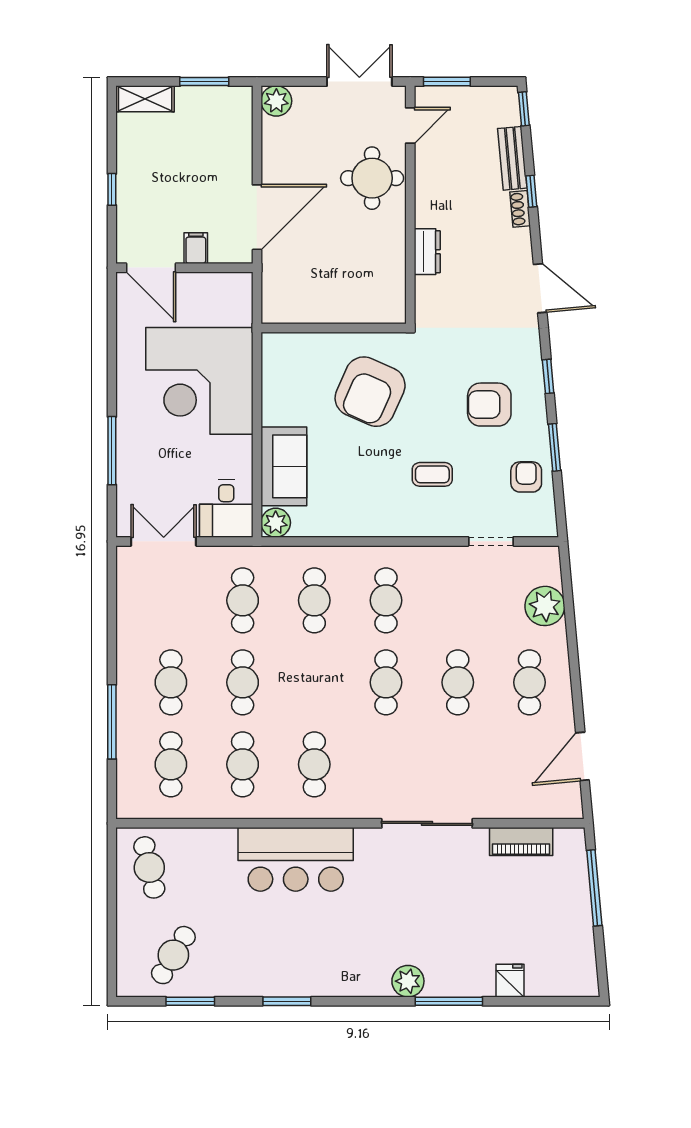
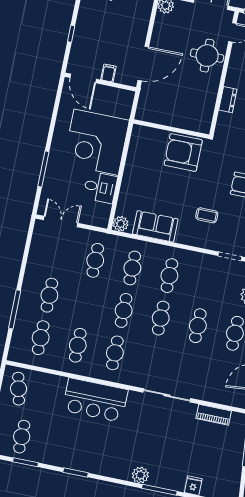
armchair: (370, 392) -> (183, 152), moved, turned 66
sofa: (284, 466) -> (155, 226), moved, turned -90
desk: (226, 509) -> (100, 187), moved, turned -90
cafe table: (243, 682) -> (124, 310), moved
cafe table: (173, 955) -> (22, 437), turned -31

